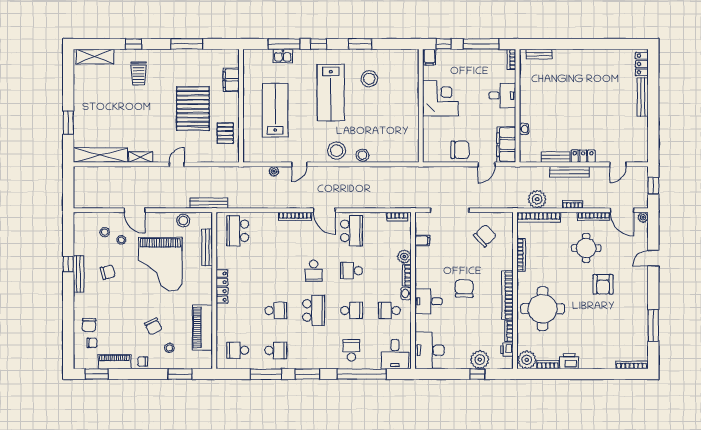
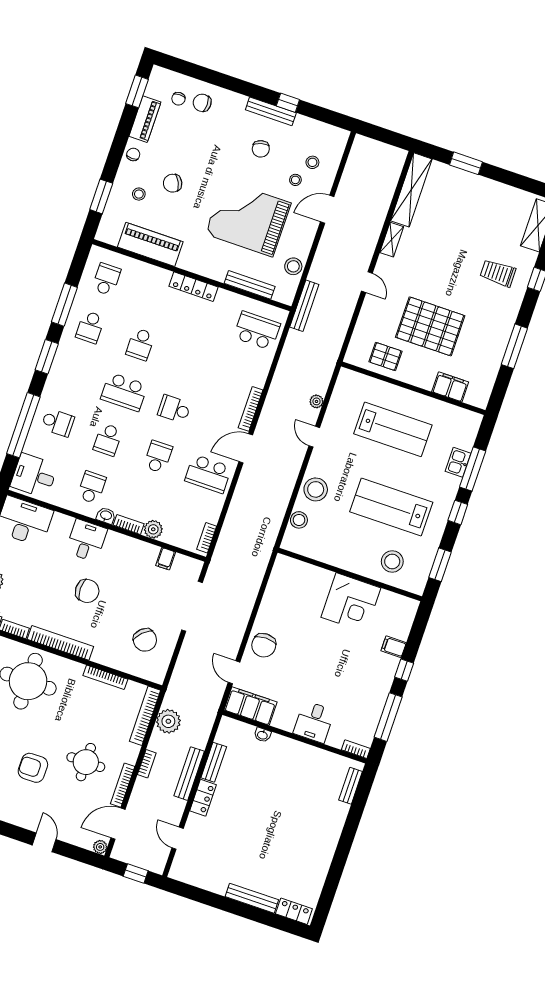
corner desk: (440, 98) -> (351, 603), moved
wall: (421, 106) -> (350, 574), moved

